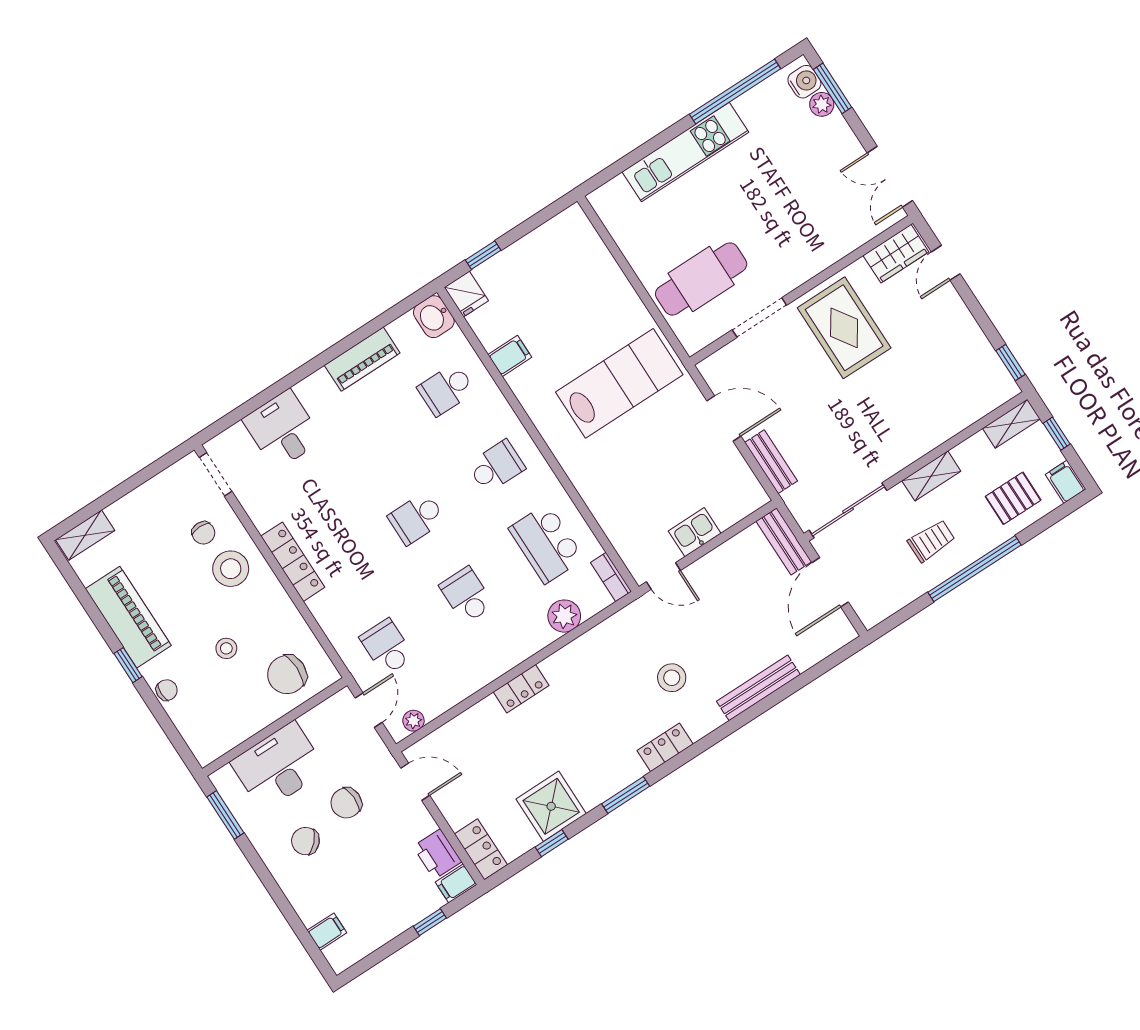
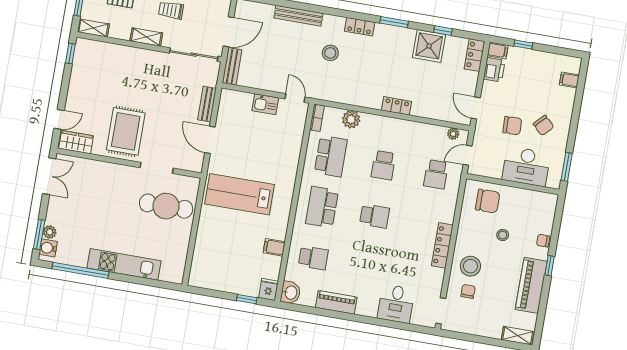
school desk: (496, 466) -> (322, 207), width x1.85

